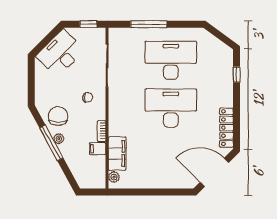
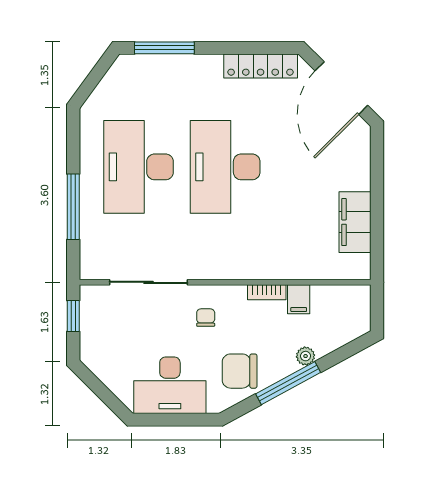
desk: (60, 53) -> (170, 385), moved, turned -45
window: (237, 75) -> (164, 48), width x2.17
plant: (59, 139) -> (306, 356), moved
filing cabinet: (117, 153) -> (355, 222), moved, turned -90
plant: (114, 177) -> (350, 270), removed

